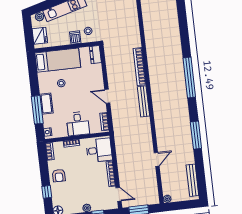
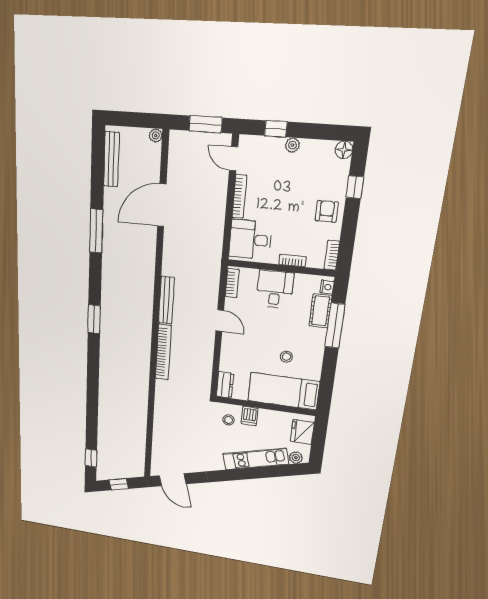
window: (189, 77) -> (94, 319), width x0.47
cot: (46, 104) -> (321, 311), moved
door: (157, 159) -> (162, 205), width x1.87

